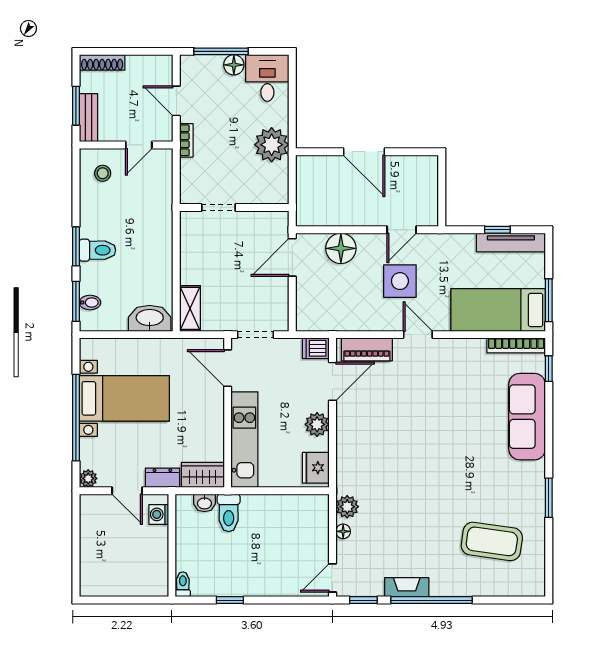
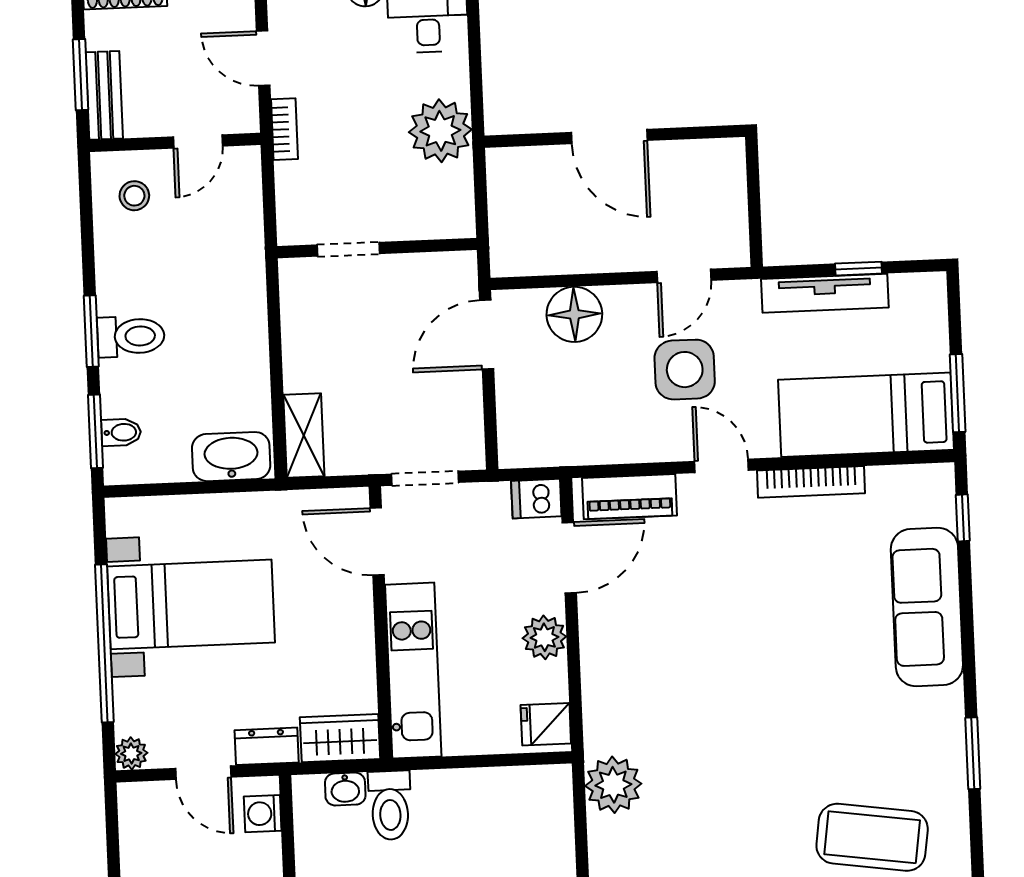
tv unit: (511, 242) -> (825, 293), moved
bookcase: (516, 345) -> (811, 482), moved
fridge: (316, 468) -> (546, 724), width x0.72
plant: (347, 507) -> (613, 785), width x1.36, depth x1.36
floor lamp: (343, 531) -> (600, 830), removed

